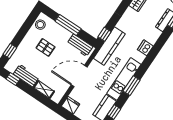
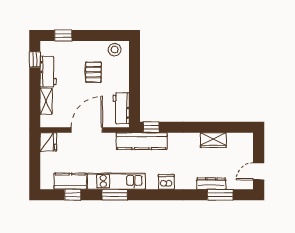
window: (68, 25) -> (135, 80), removed
door: (79, 76) -> (87, 130), hinge flipped

